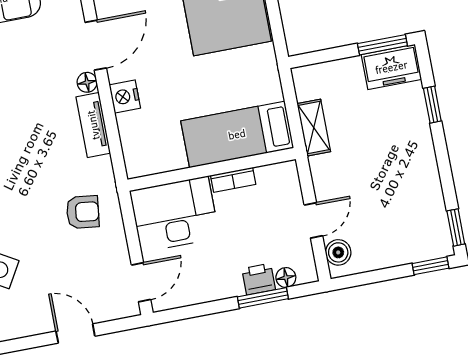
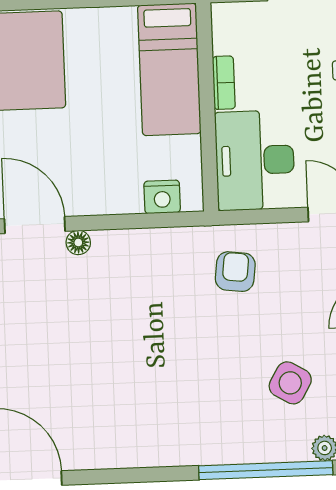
nightstand: (125, 96) -> (162, 197), moved
tv unit: (93, 125) -> (131, 243), removed

